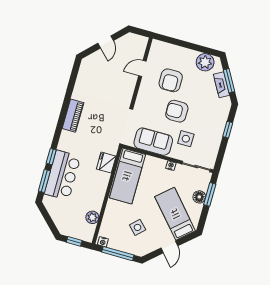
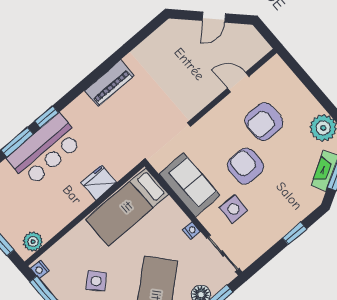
fridge: (106, 163) -> (99, 182), moved
plant: (92, 217) -> (33, 242), moved

